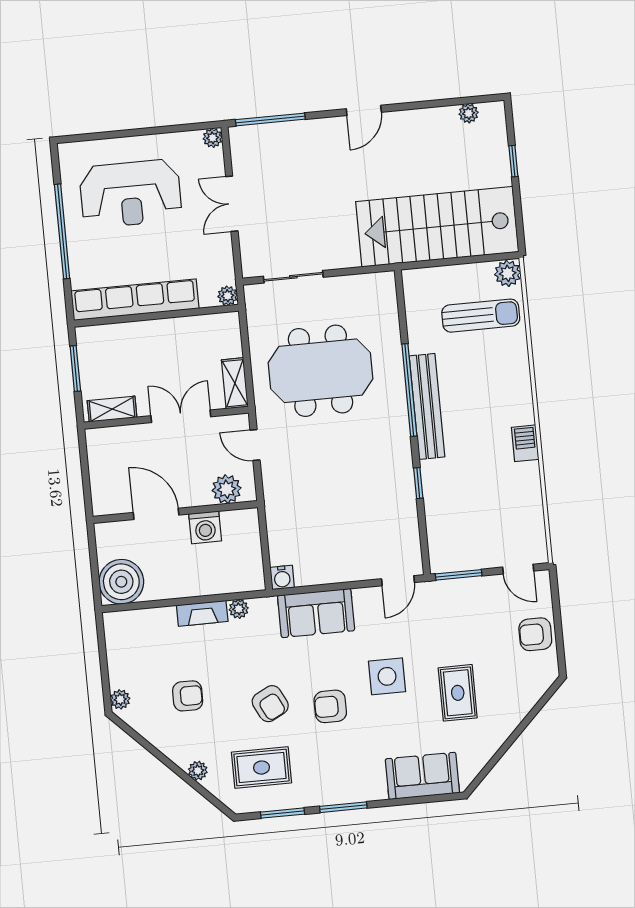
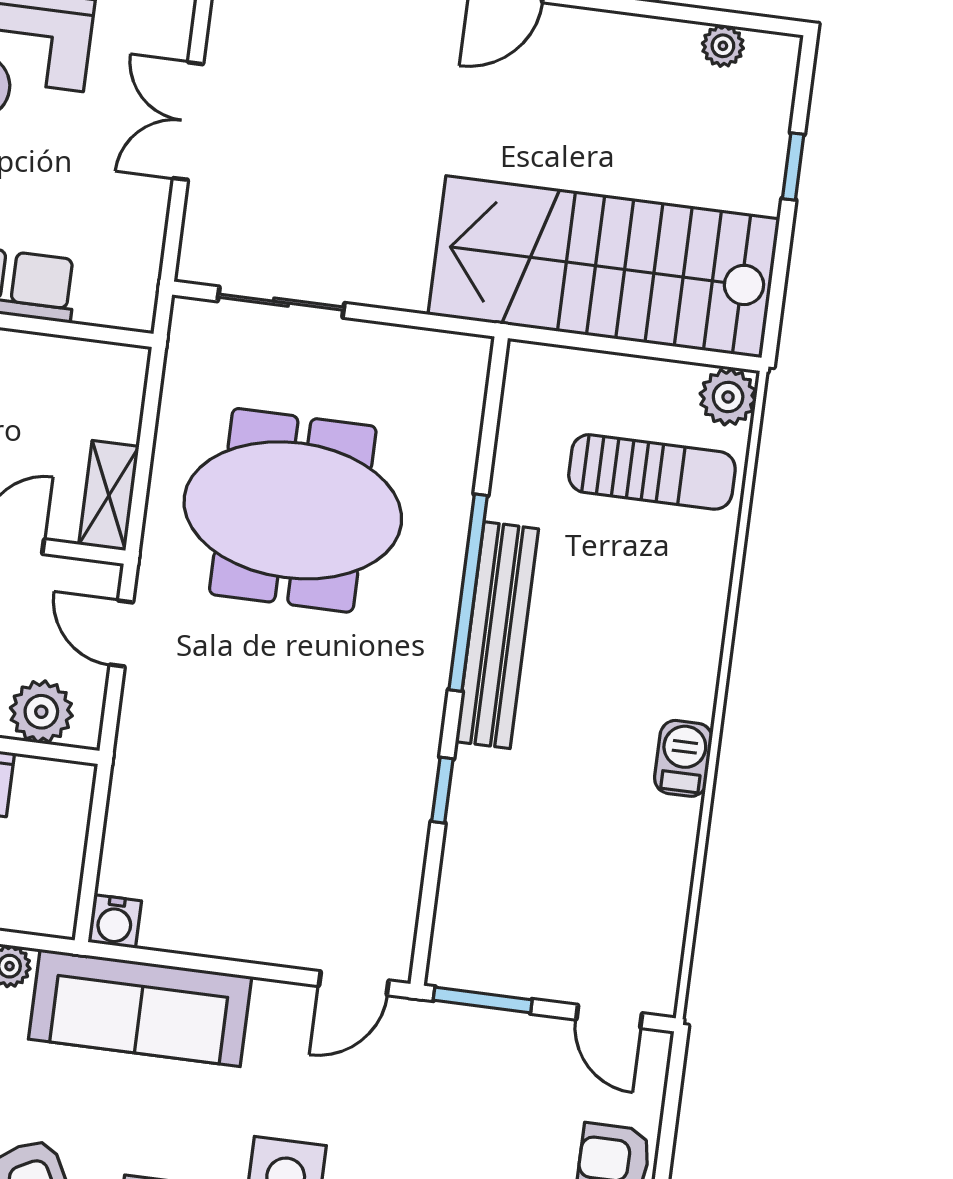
plant: (228, 296) -> (135, 310), removed
sofa: (316, 613) -> (140, 1008), width x1.36

